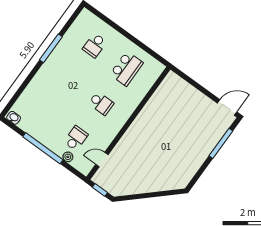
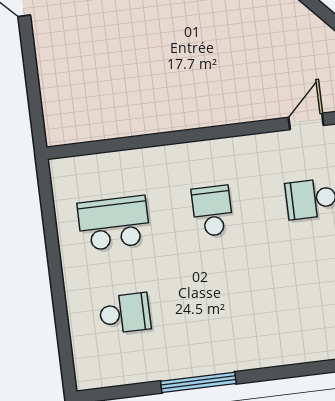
door: (102, 160) -> (306, 121), swing flipped

